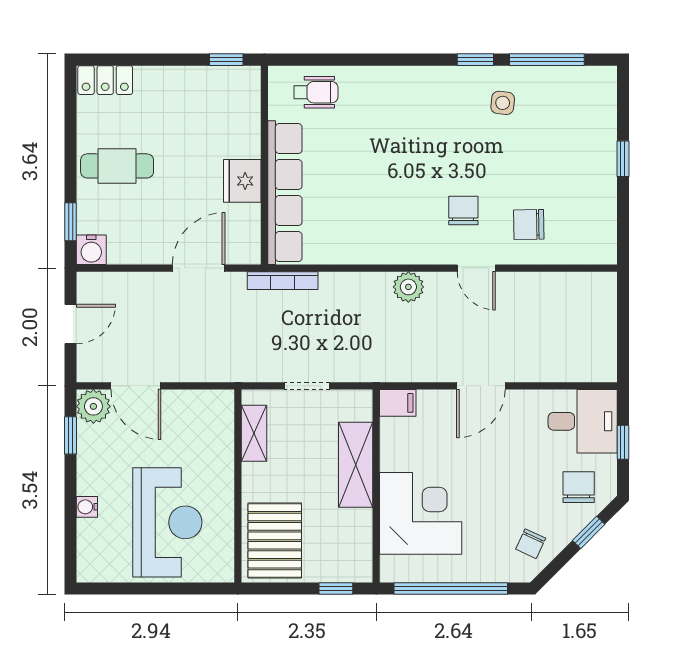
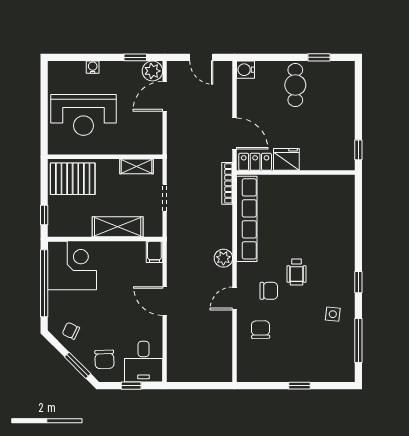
window: (475, 60) -> (358, 282), moved
locker: (105, 80) -> (255, 162), moved, turned 90
wheelchair: (316, 92) -> (296, 272), moved
row of seats: (285, 193) -> (247, 219), moved, turned -90
window: (71, 222) -> (319, 57), moved
chair: (579, 487) -> (104, 359), turned 88
corner desk: (421, 513) -> (72, 265), moved, turned -90
window: (589, 532) -> (78, 365), width x1.50

